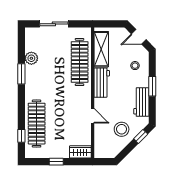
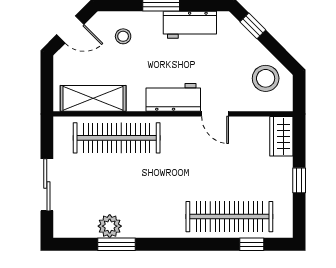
door: (139, 37) -> (70, 29), hinge flipped
window: (21, 74) -> (117, 244), moved
workbench: (102, 83) -> (173, 97), moved
door: (93, 116) -> (215, 114), swing flipped
stool: (122, 129) -> (266, 78), moved

